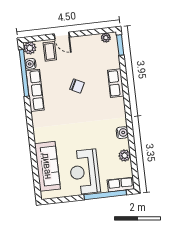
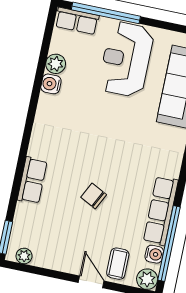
water cooler: (122, 133) -> (51, 84), moved
reception desk: (84, 172) -> (126, 59), turned 180

